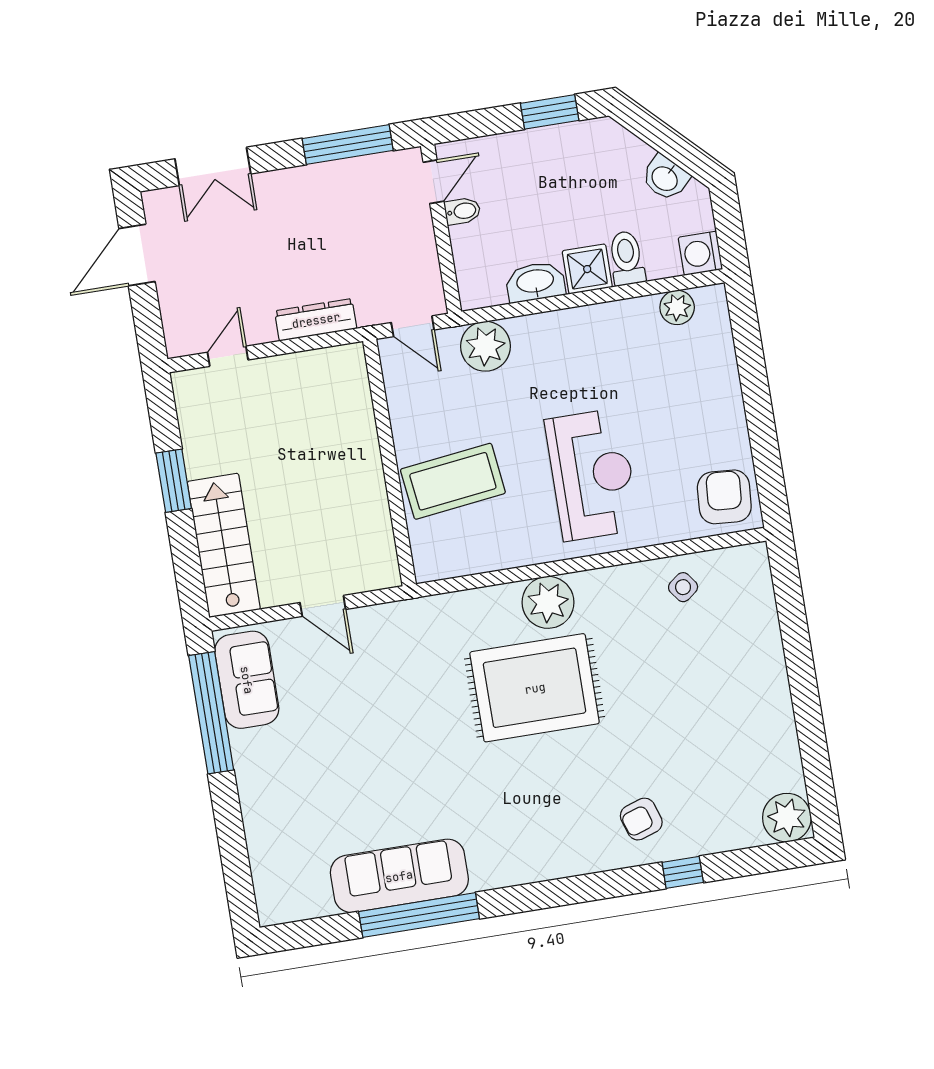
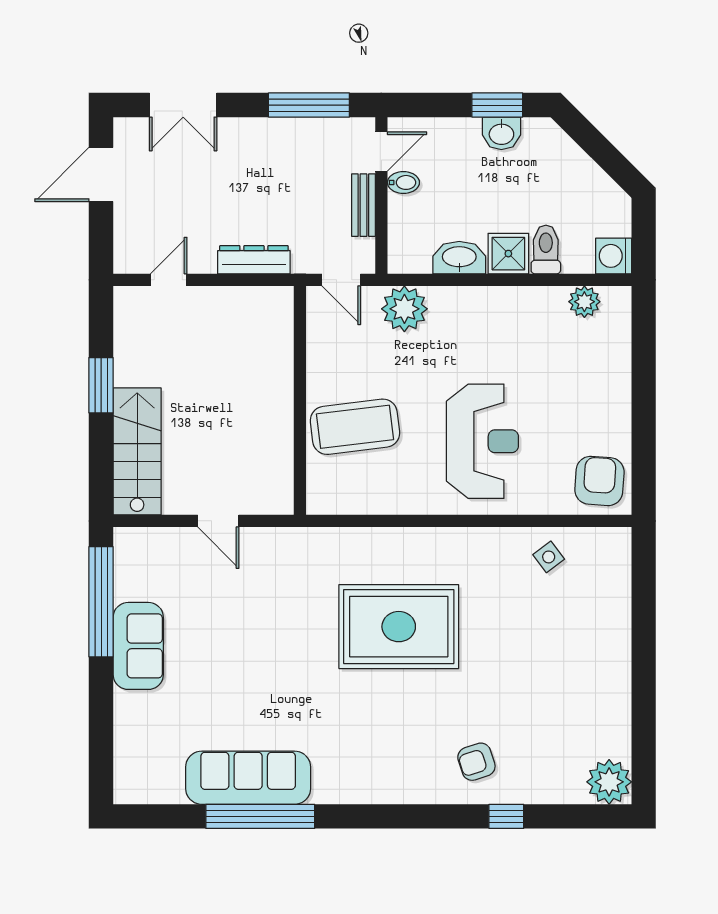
washbasin: (665, 178) -> (501, 133), moved, turned -45
bench: (424, 242) -> (363, 205), added
plant: (548, 602) -> (424, 551), removed
sofa: (247, 680) -> (138, 646), moved

